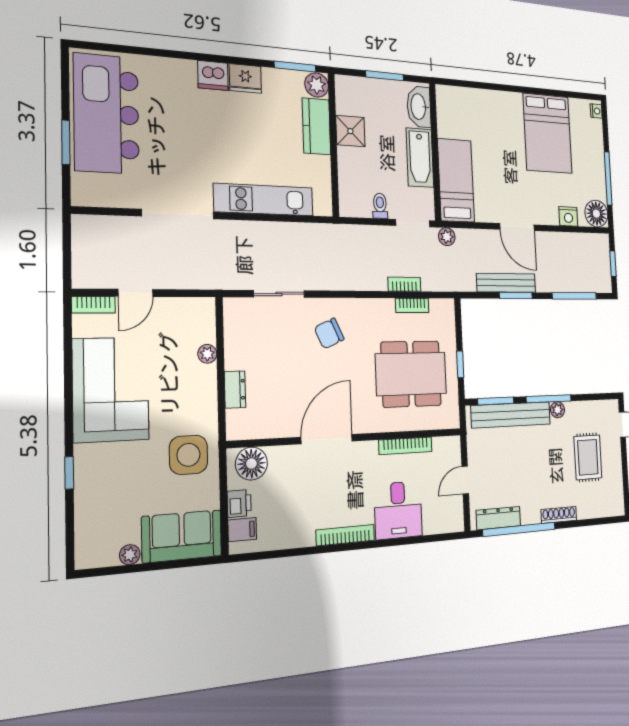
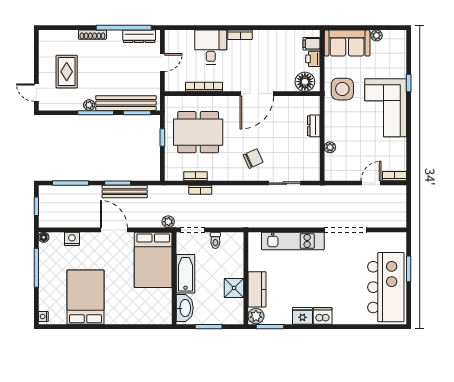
bed: (456, 180) -> (153, 260), width x1.50
floor lamp: (596, 214) -> (44, 237), width x0.53, depth x0.53
corner sofa: (111, 389) -> (386, 108), moved
bookcase: (345, 535) -> (240, 35), width x0.64

